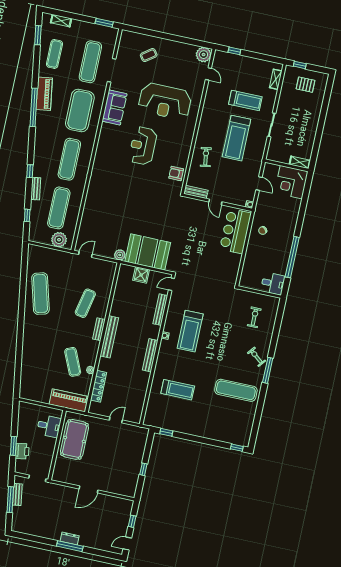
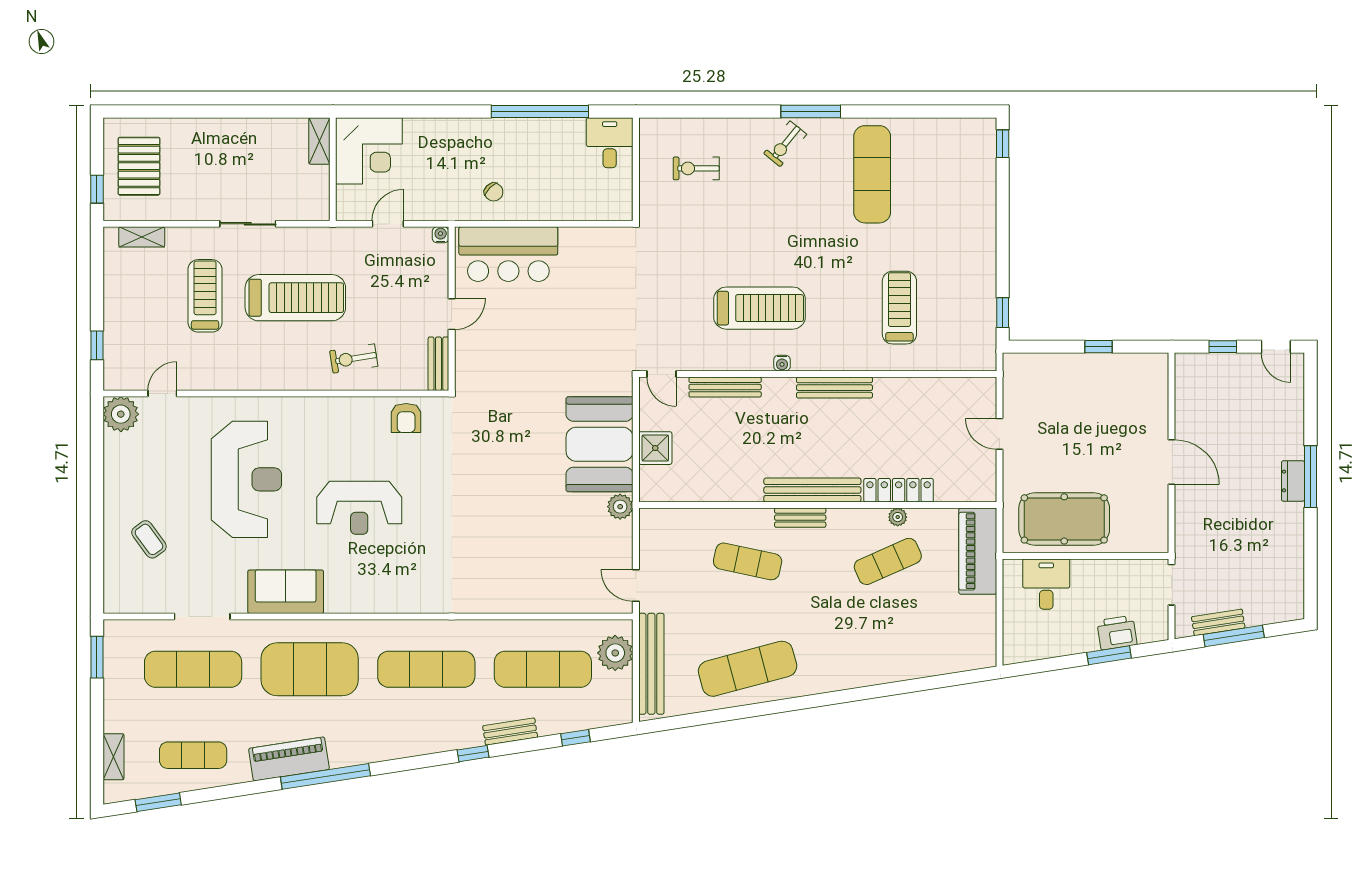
pallet: (306, 85) -> (139, 166), width x1.50, depth x1.42
bench: (51, 254) -> (651, 664), added
locker: (99, 386) -> (899, 490), moved

